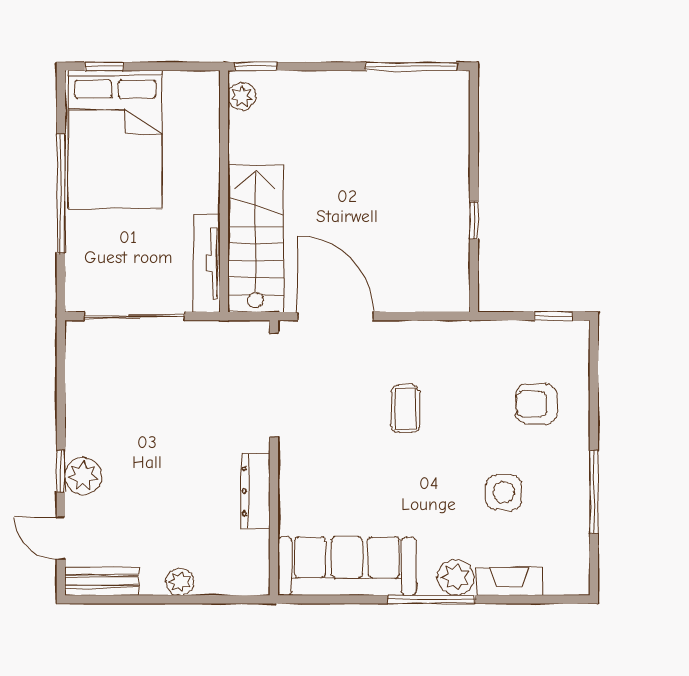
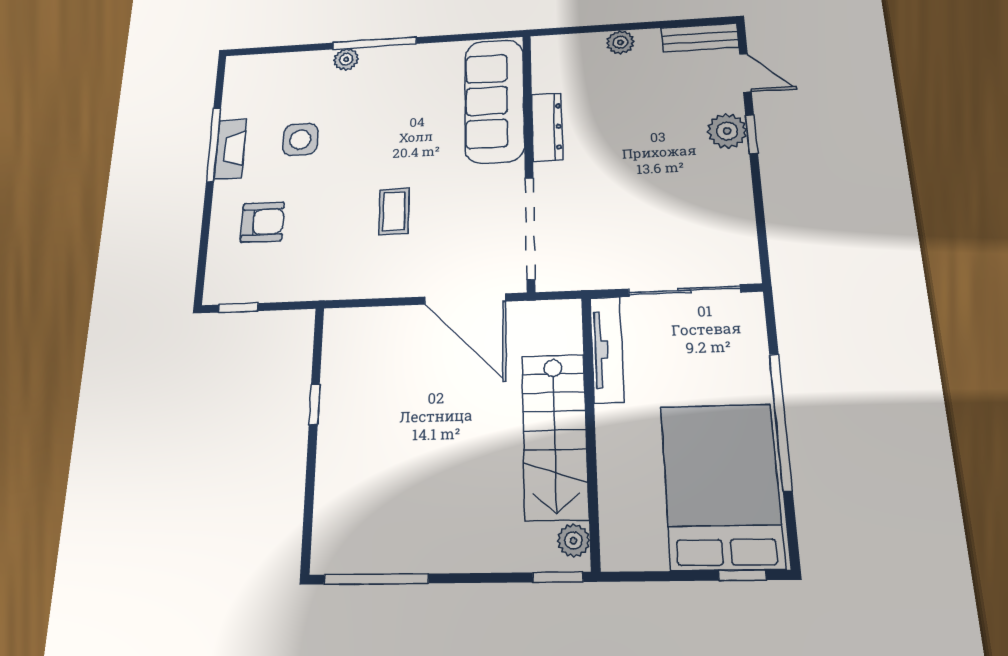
stairs: (256, 239) -> (555, 436), moved
sofa: (347, 566) -> (494, 100), moved, turned 90
plant: (456, 577) -> (346, 59), width x0.73, depth x0.73
fireplace: (509, 581) -> (230, 149), moved, turned -90

